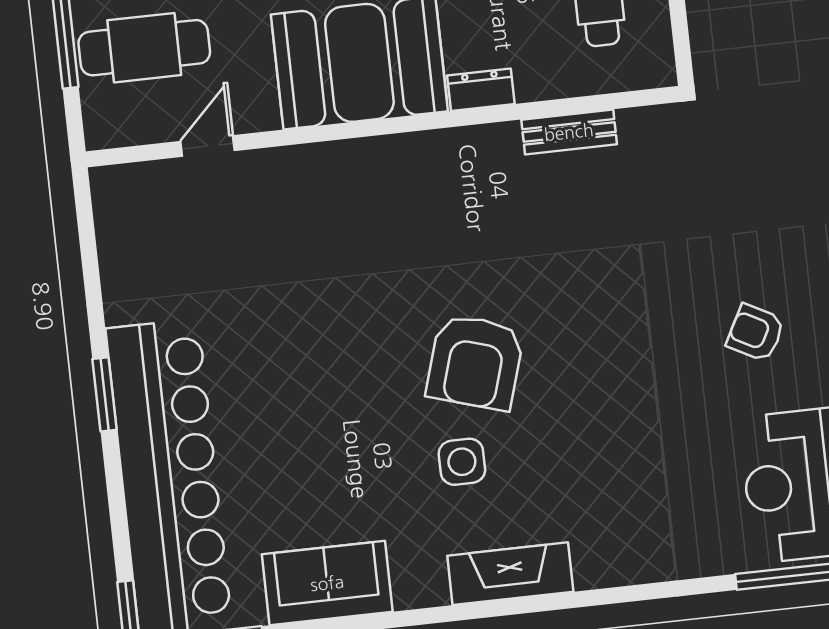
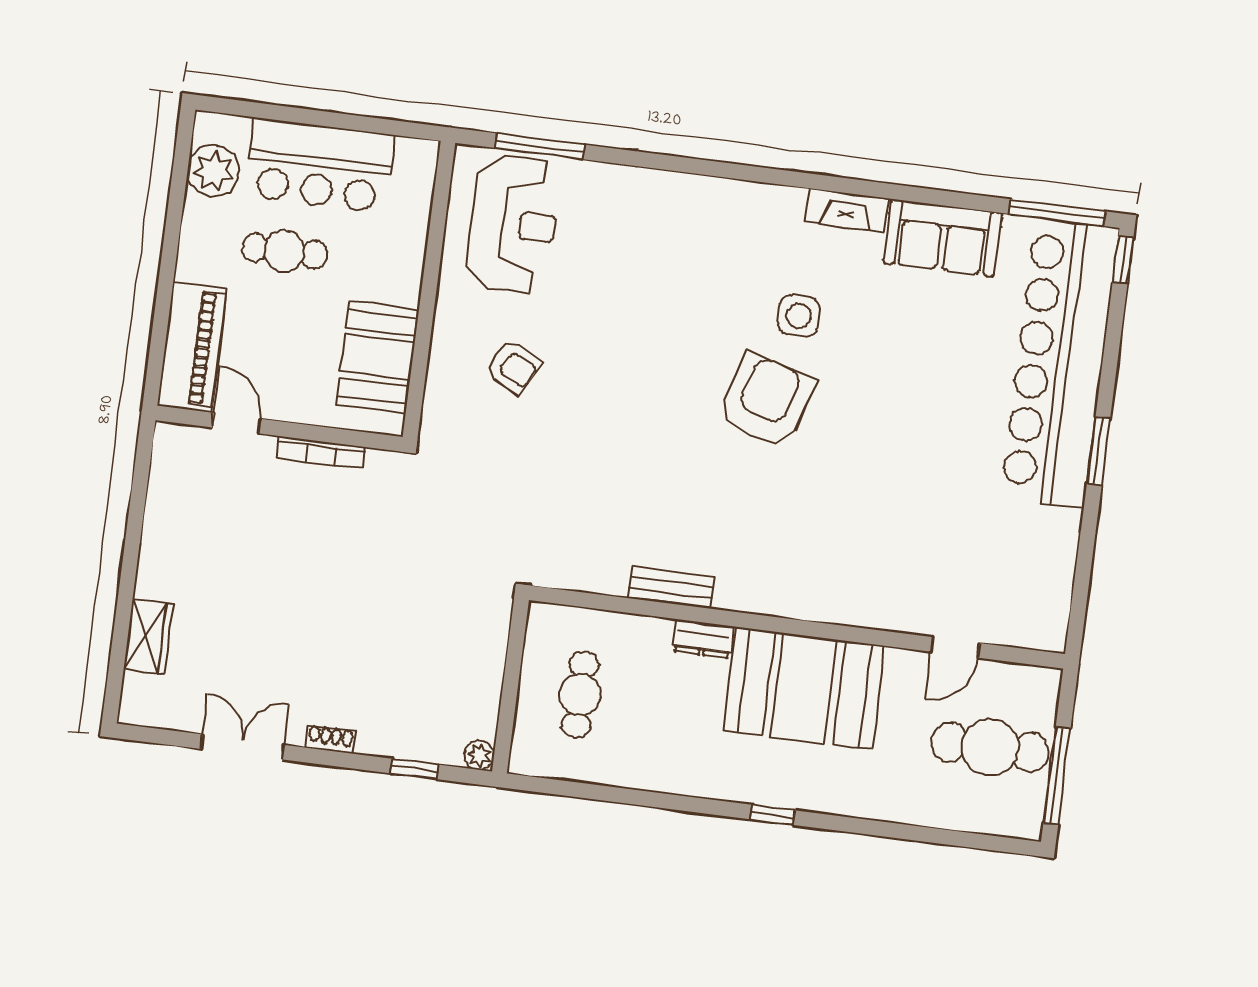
bench: (569, 132) -> (671, 588), moved
fireplace: (510, 574) -> (847, 210), moved, width x0.73, depth x0.76

